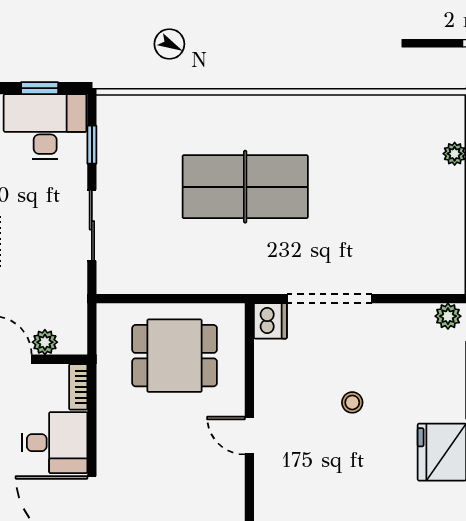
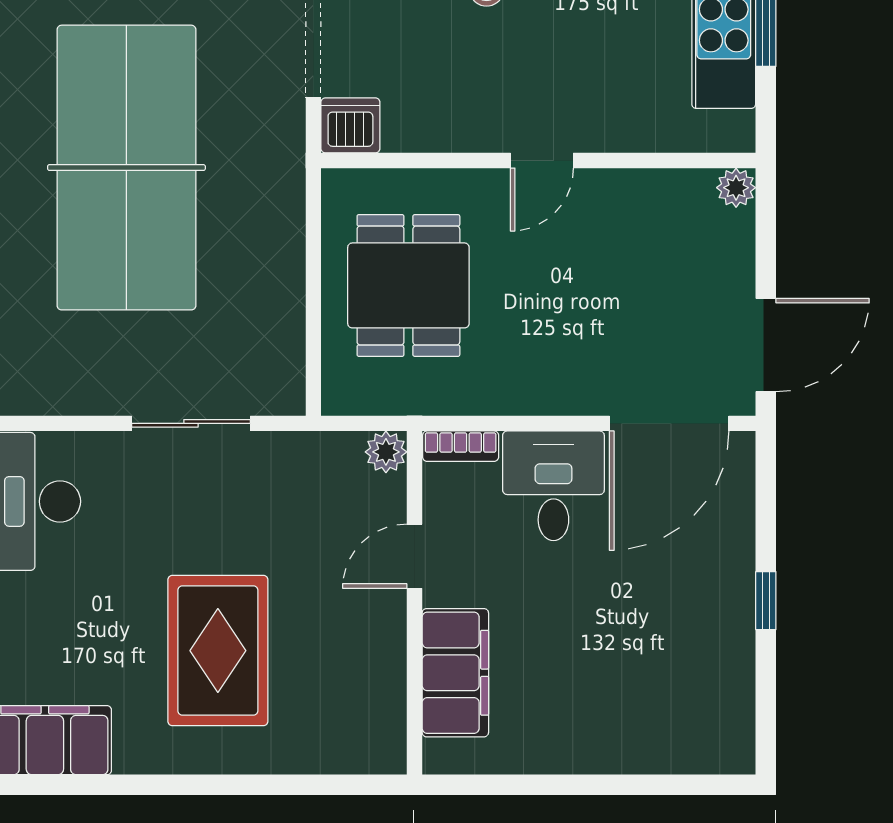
window: (92, 145) -> (56, 423), removed
table tennis table: (245, 187) -> (126, 168), width x1.36, depth x1.32
plant: (45, 342) -> (386, 452), moved

